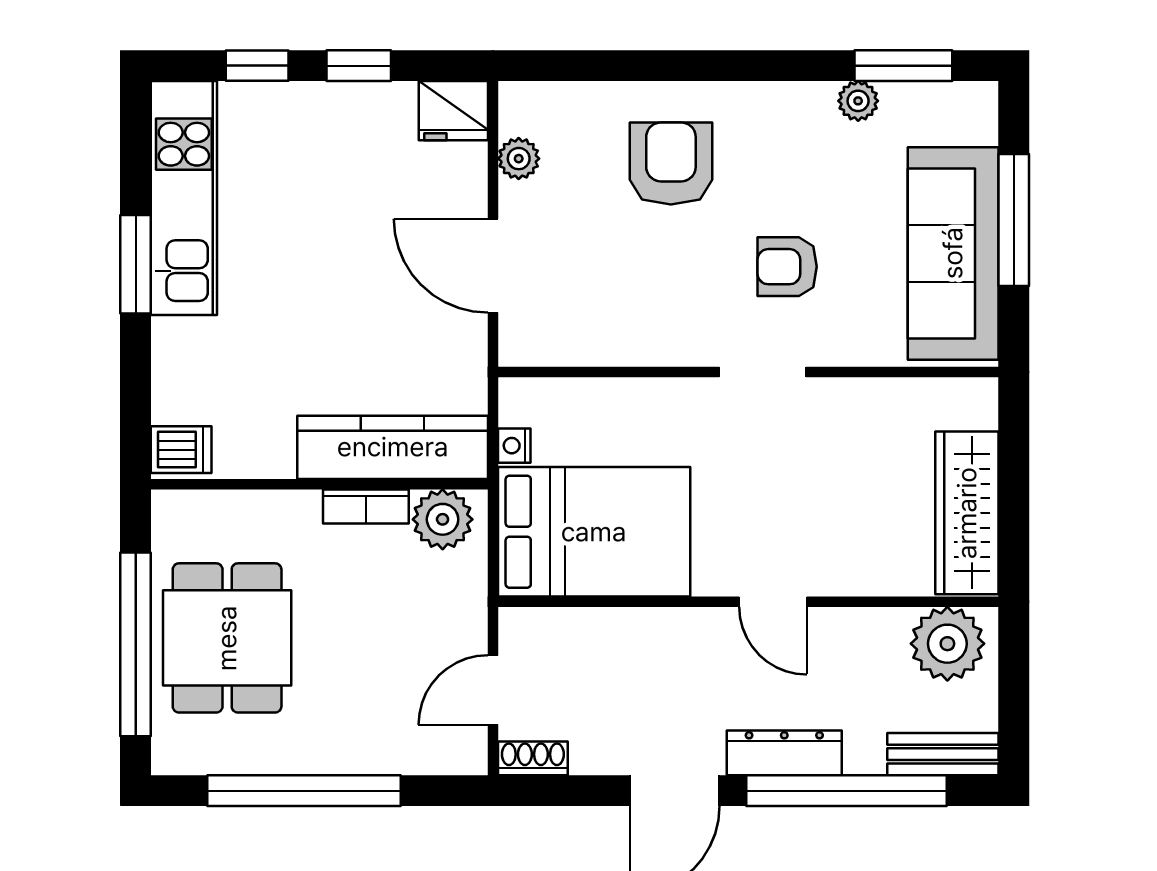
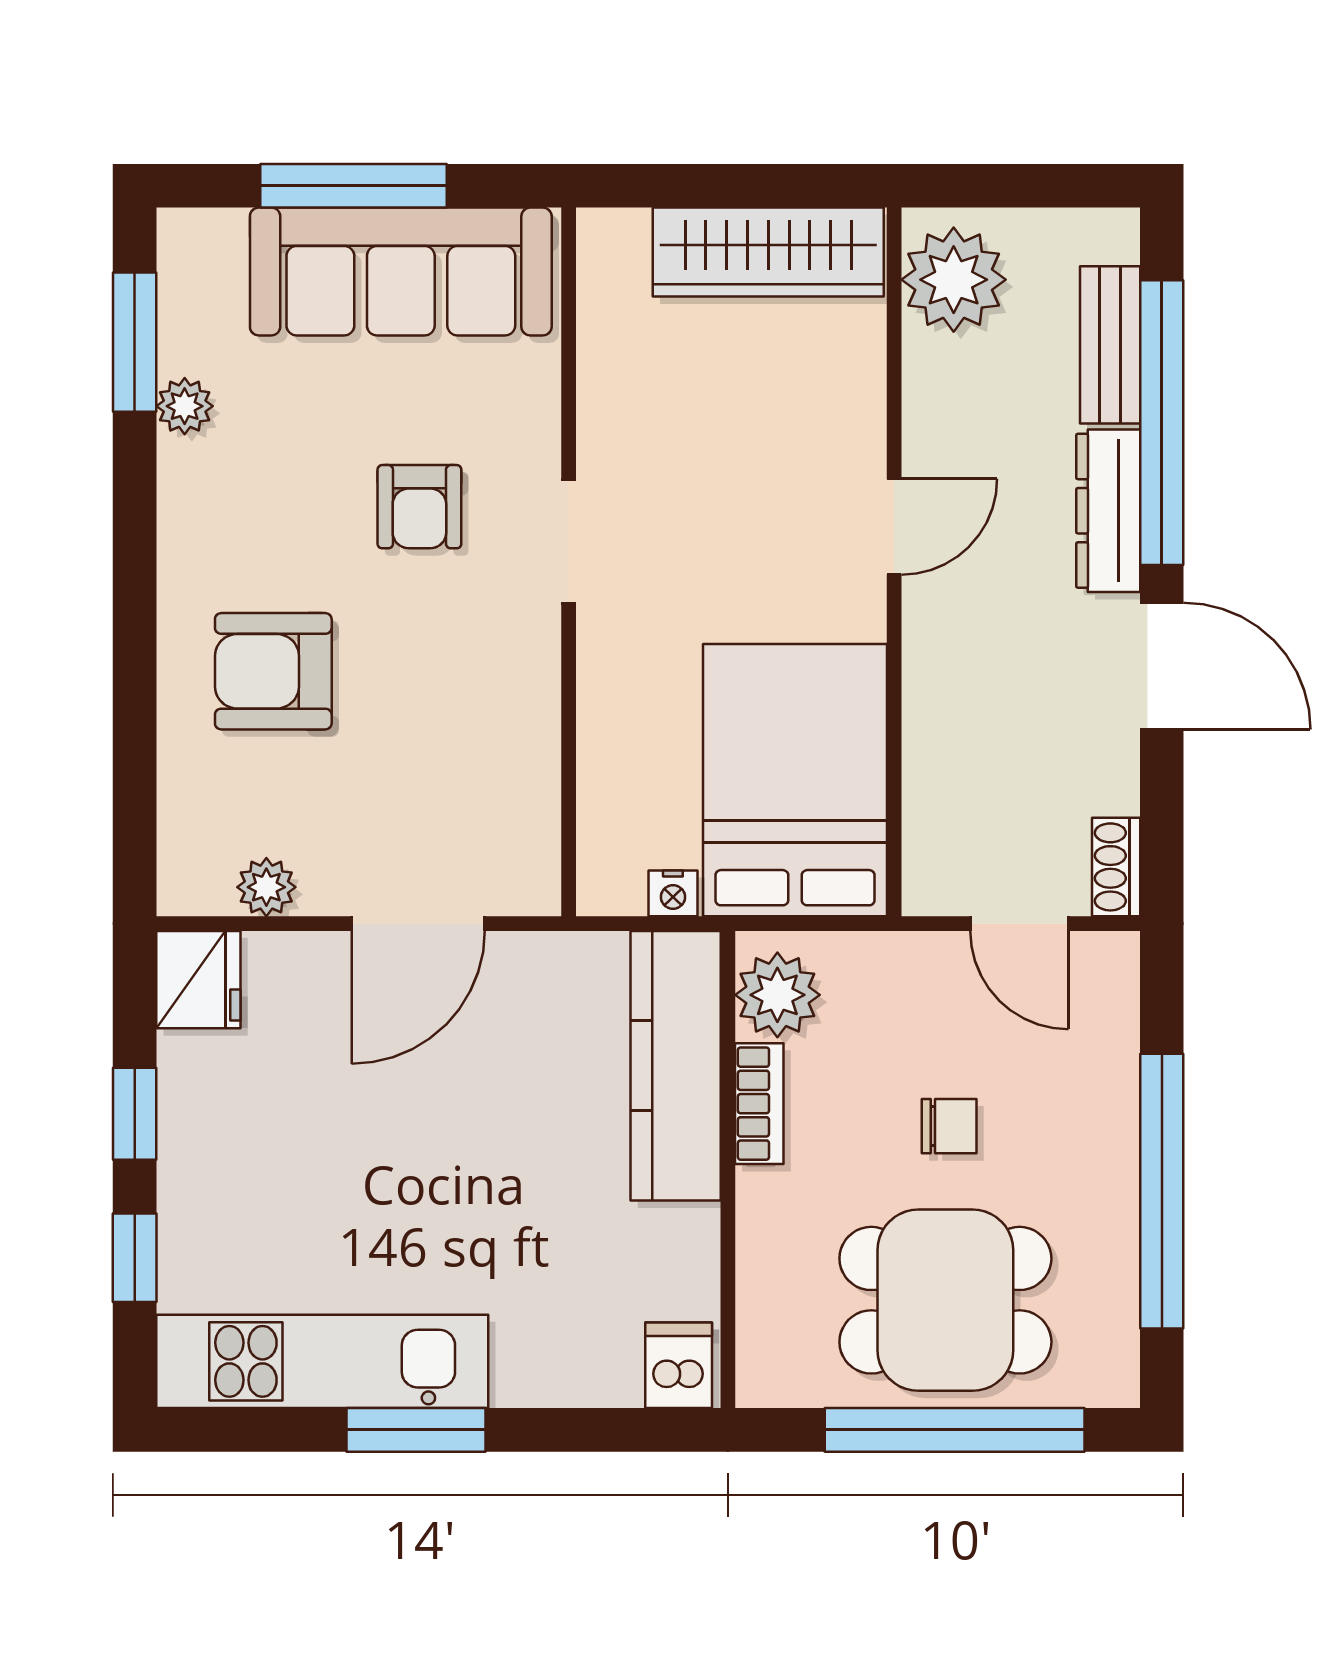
chair: (350, 641) -> (949, 1126), added
bench: (943, 754) -> (1110, 345), moved

